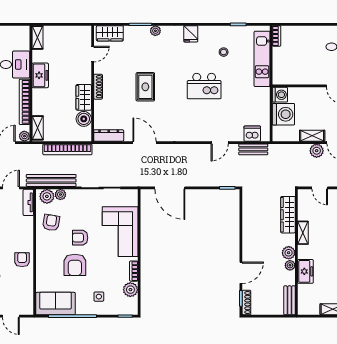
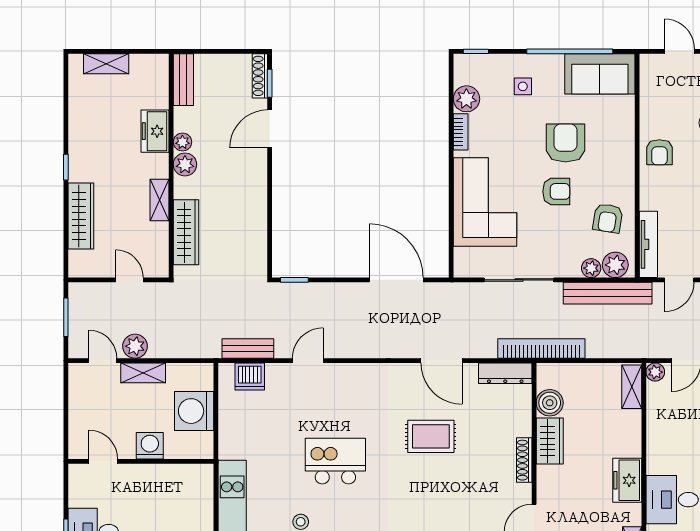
rug: (145, 87) -> (431, 436), moved, turned 90
washing machine: (280, 95) -> (150, 446), moved, turned 90
bookcase: (24, 102) -> (655, 433), removed
bookcase: (67, 149) -> (541, 348), moved
tv unit: (28, 202) -> (648, 244), width x1.41

